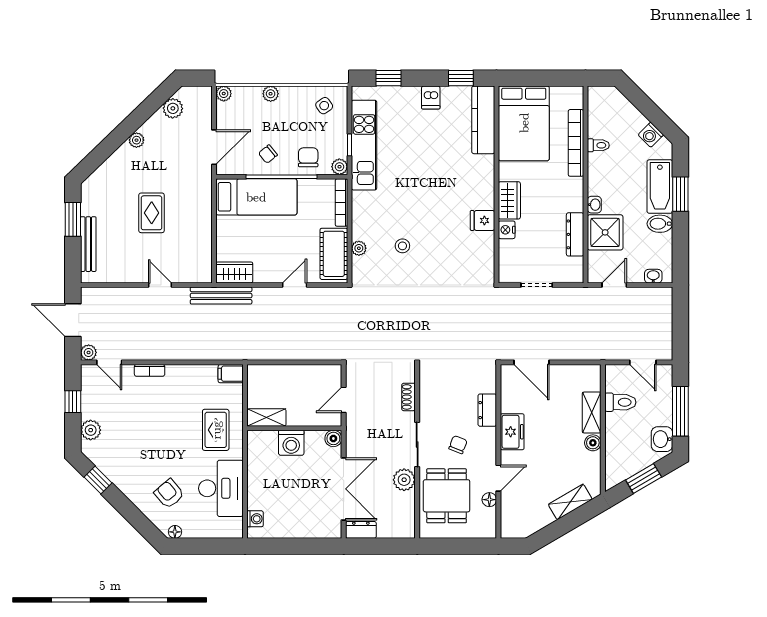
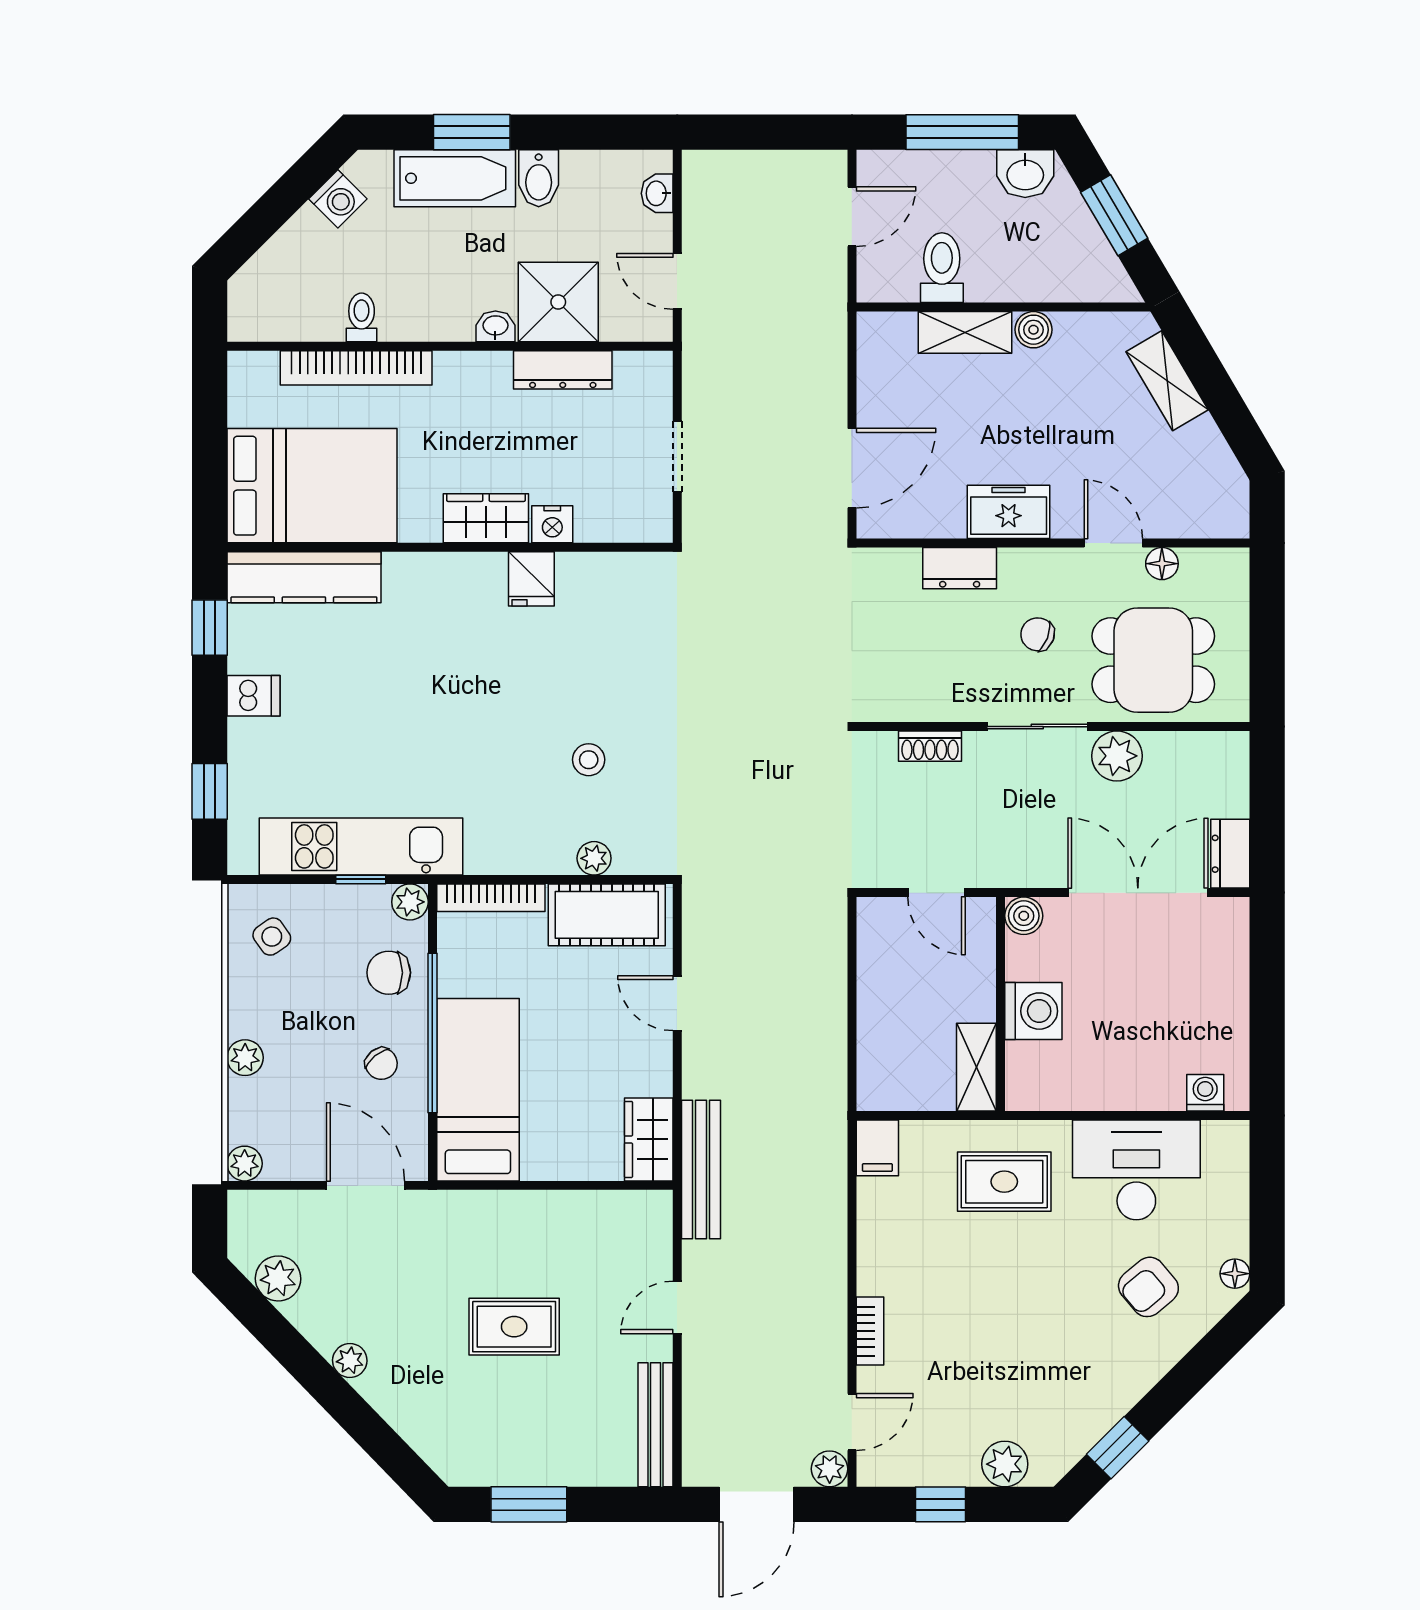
bench: (88, 244) -> (655, 1425), moved, turned 90

